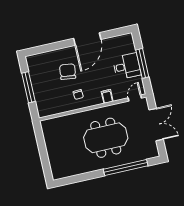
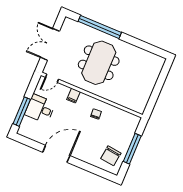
window: (142, 63) -> (22, 112), moved
chair: (68, 72) -> (111, 156), moved
meeting table: (106, 138) -> (99, 63), turned 90

